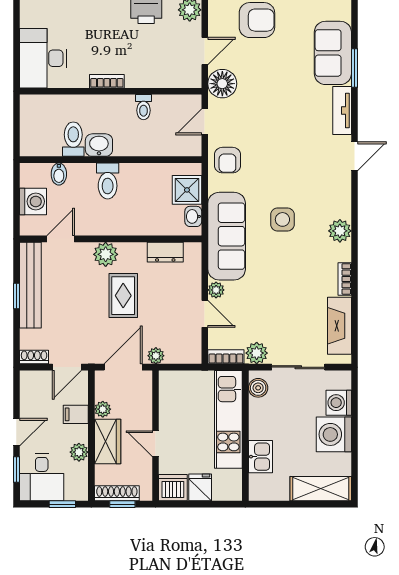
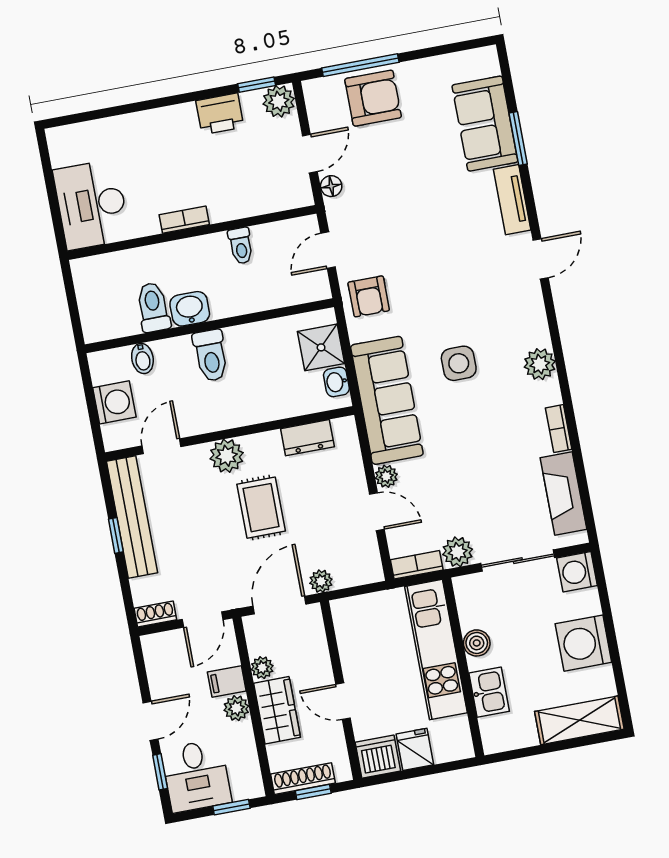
floor lamp: (222, 84) -> (331, 186), width x0.53, depth x0.53
boiler: (258, 388) -> (477, 643), moved
washing machine: (339, 403) -> (577, 572), moved
plant: (79, 452) -> (236, 708), moved

